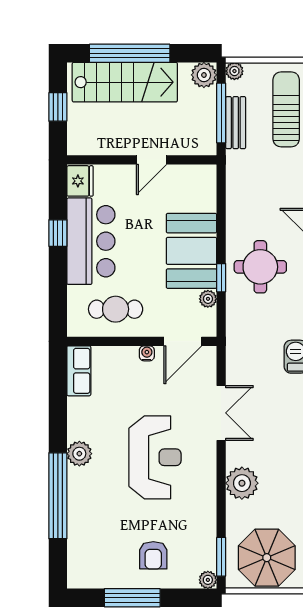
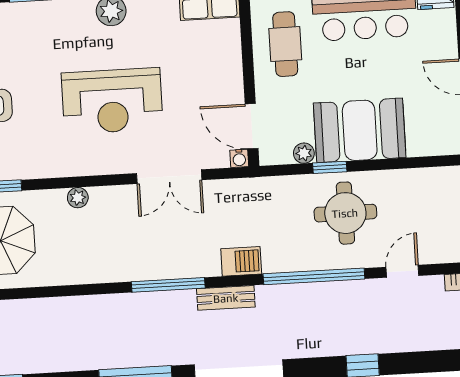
water cooler: (147, 353) -> (239, 158), moved, turned 90
plant: (242, 483) -> (78, 198), width x0.53, depth x0.53

